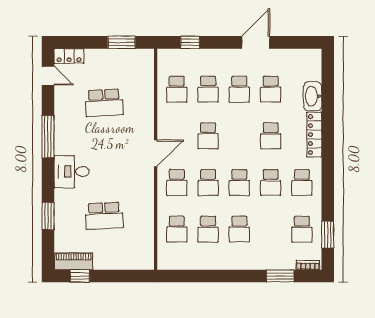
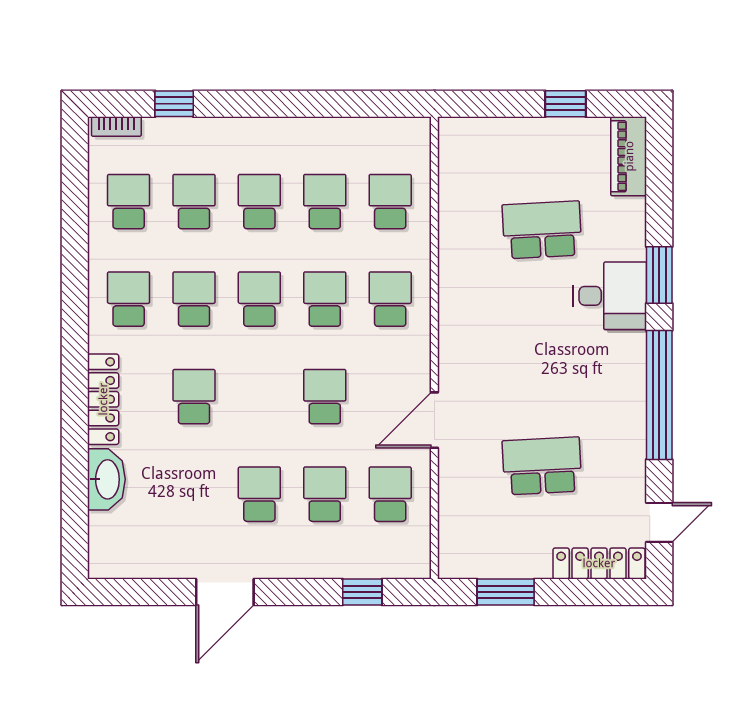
locker: (69, 56) -> (599, 563), width x1.53
door: (48, 76) -> (659, 522), swing flipped
school desk: (271, 89) -> (194, 202), moved
window: (48, 137) -> (659, 395), width x1.46
door: (156, 153) -> (434, 420), moved
desk: (72, 172) -> (610, 296), moved
window: (48, 216) -> (659, 275), moved
window: (328, 235) -> (75, 190), removed
piano: (74, 261) -> (629, 156), moved, turned 90
window: (80, 276) -> (565, 104), moved
window: (280, 276) -> (174, 104), width x0.67

